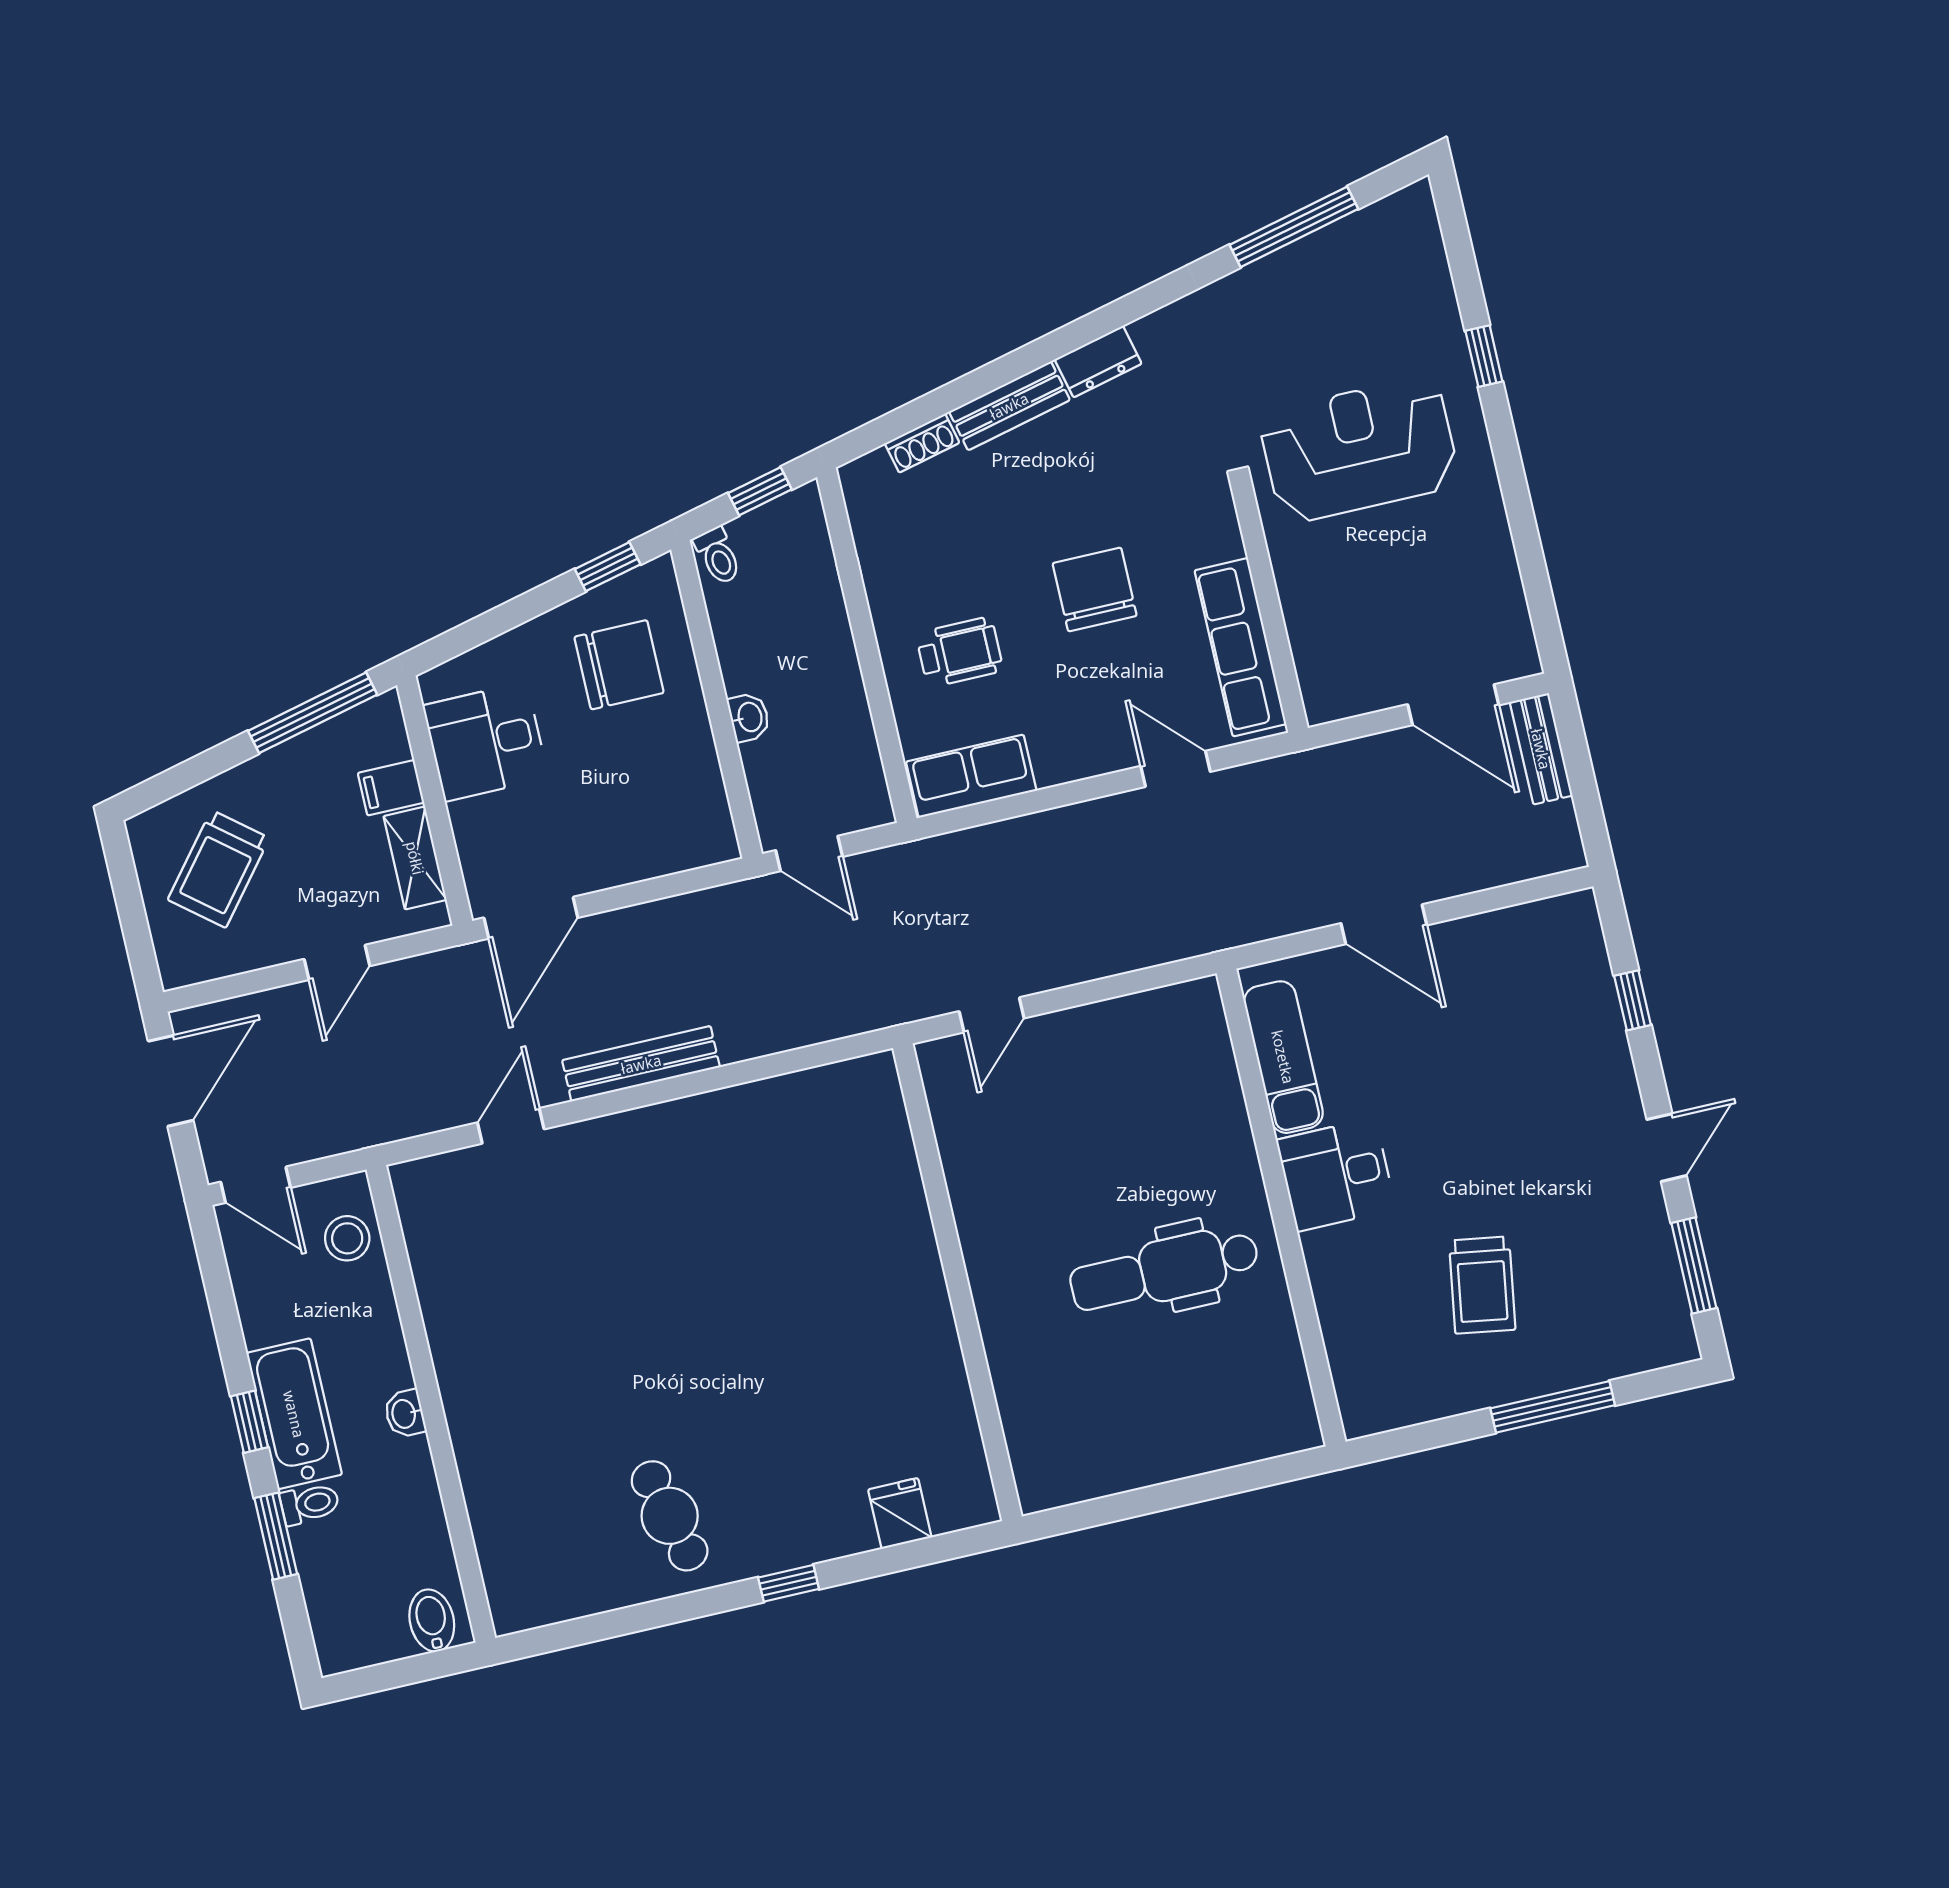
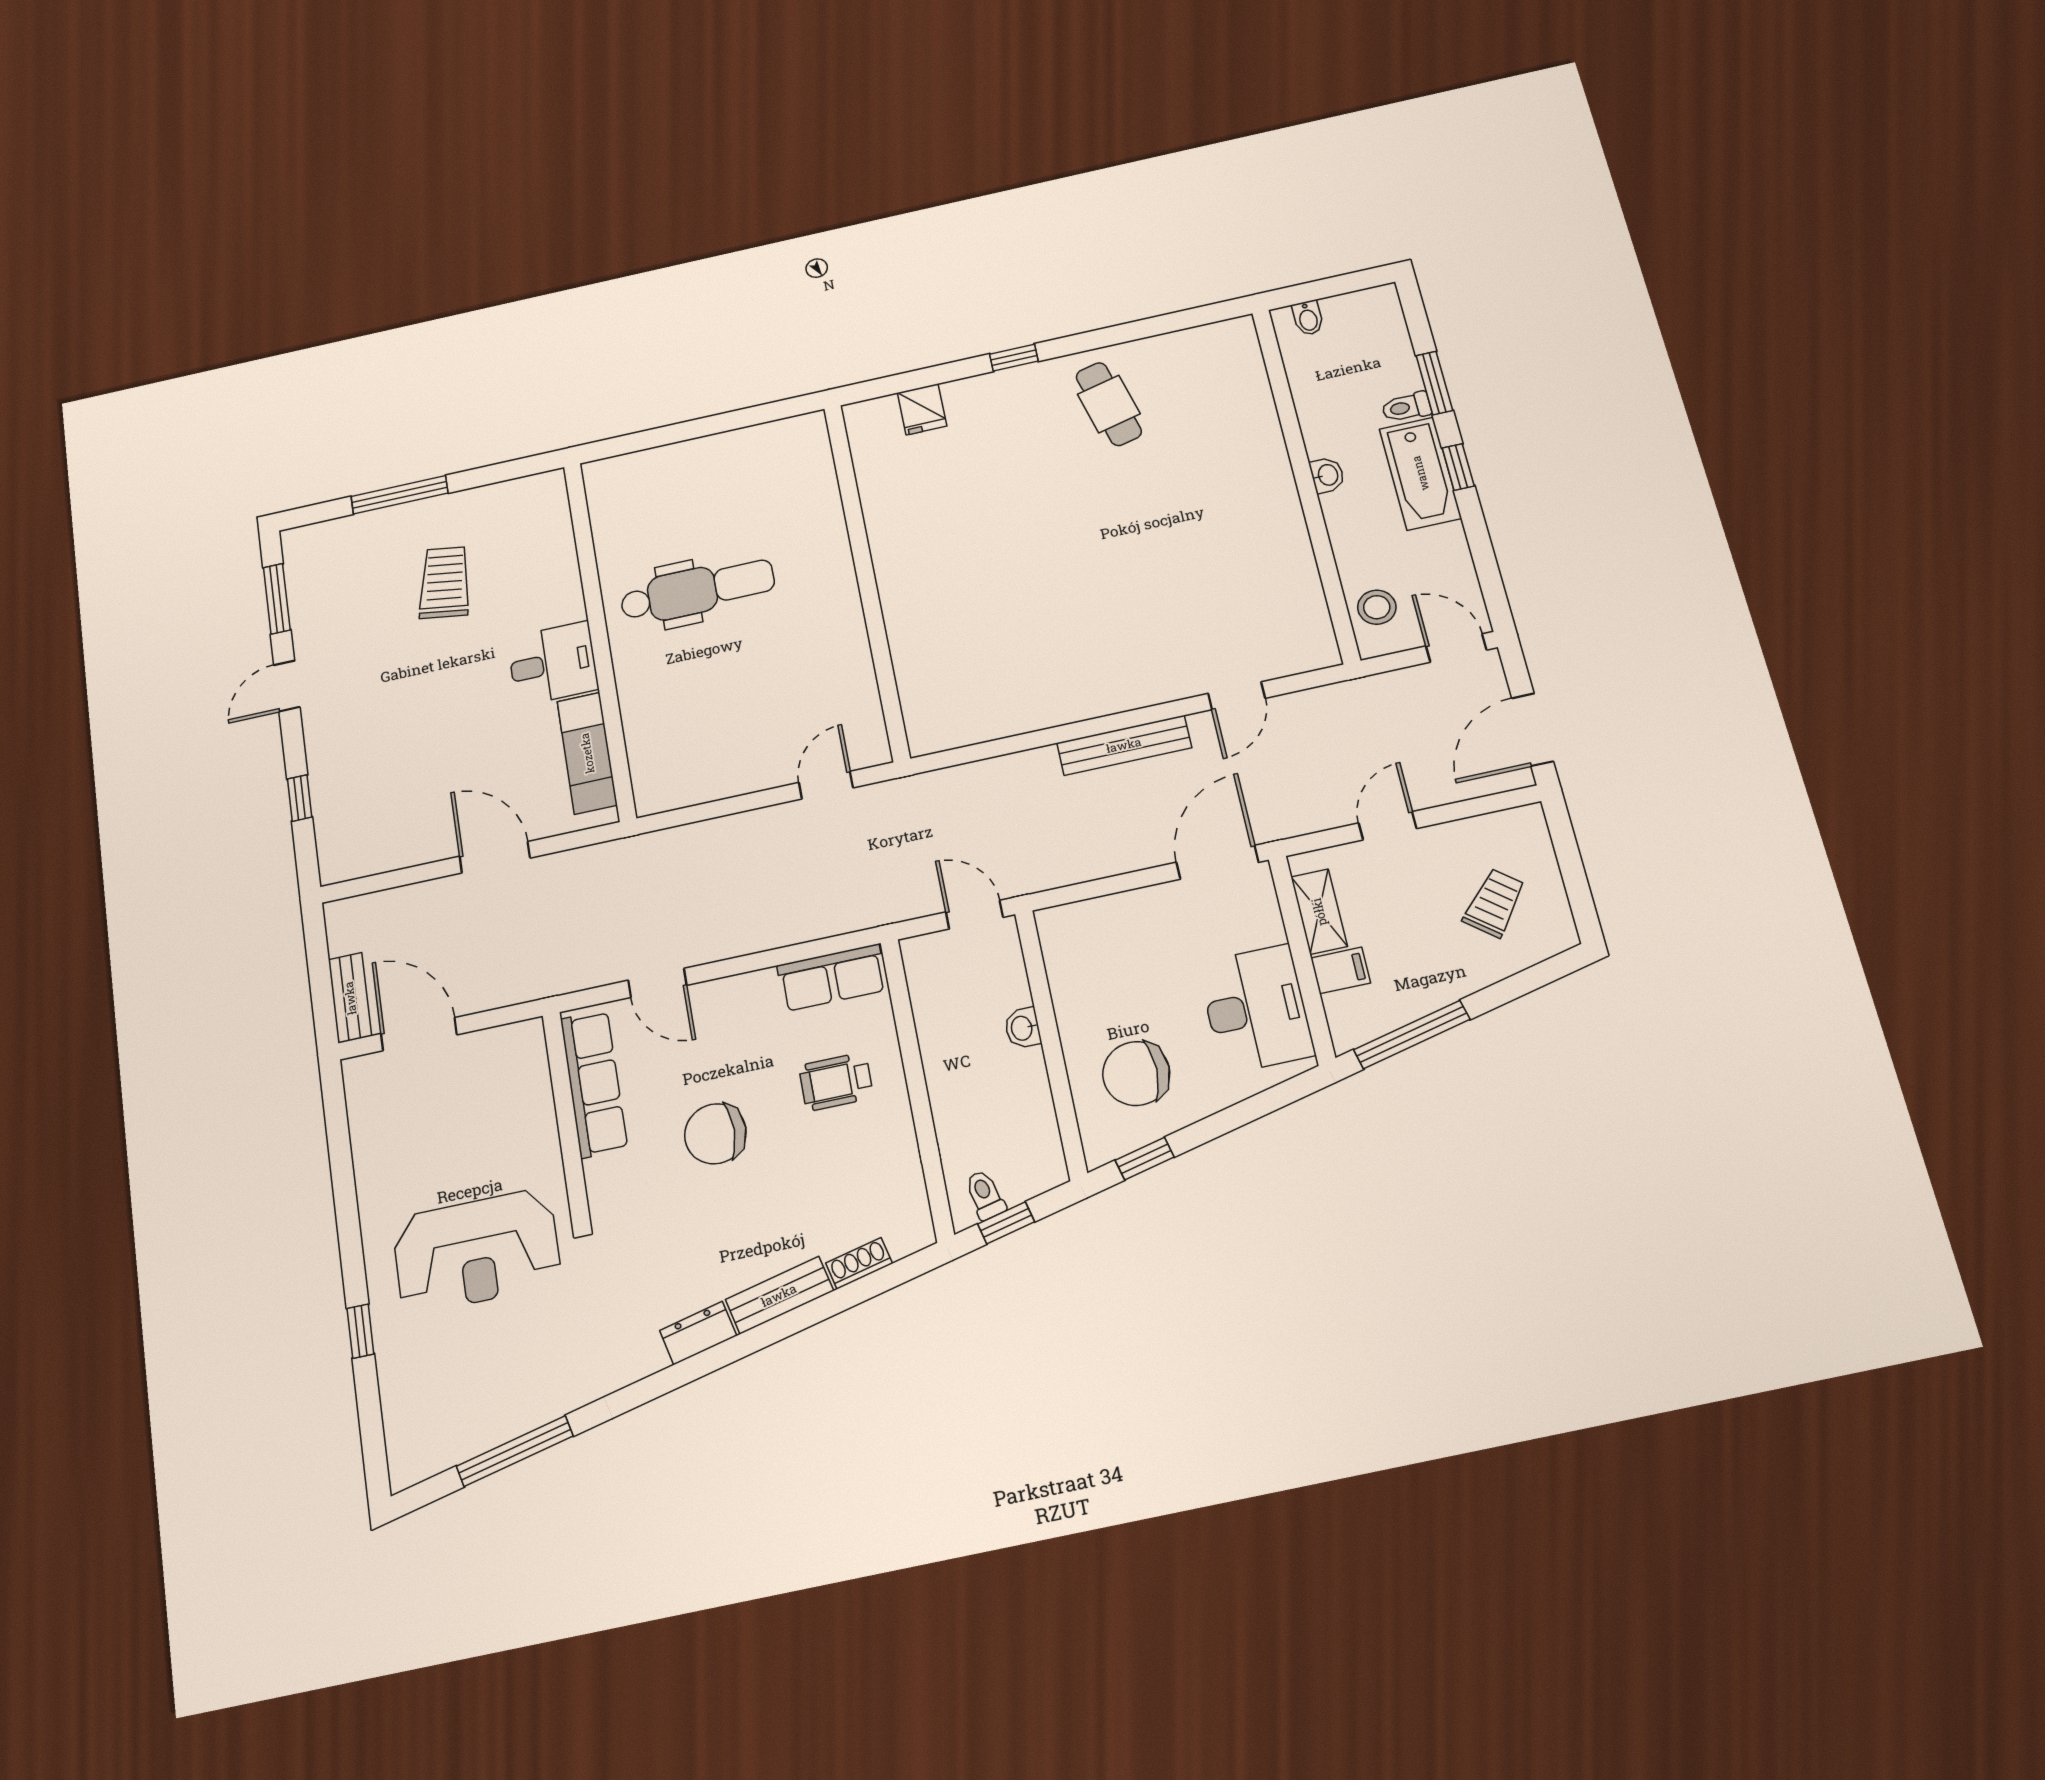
toilet: (718, 556) -> (985, 1195), moved
chair: (1095, 589) -> (715, 1134), turned 90
desk: (486, 742) -> (1256, 1009), width x1.37
trolley: (219, 869) -> (1494, 903), width x0.73, depth x0.72
bidet: (432, 1621) -> (1308, 318), width x0.72, depth x0.74

